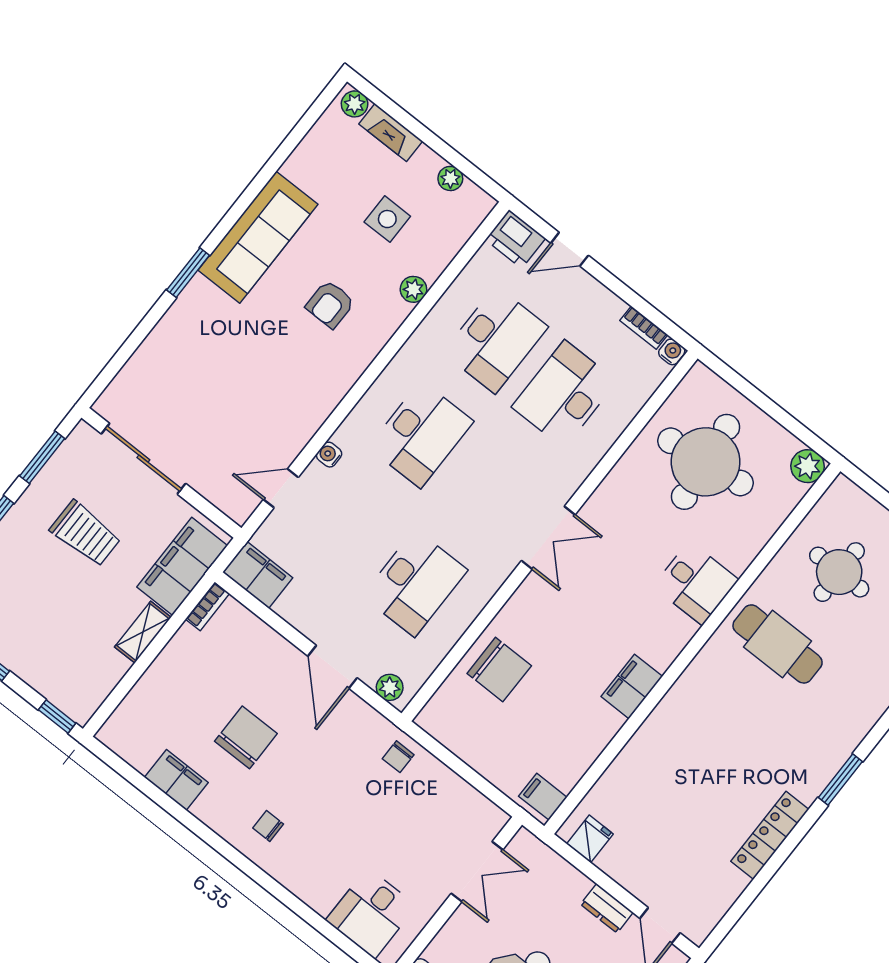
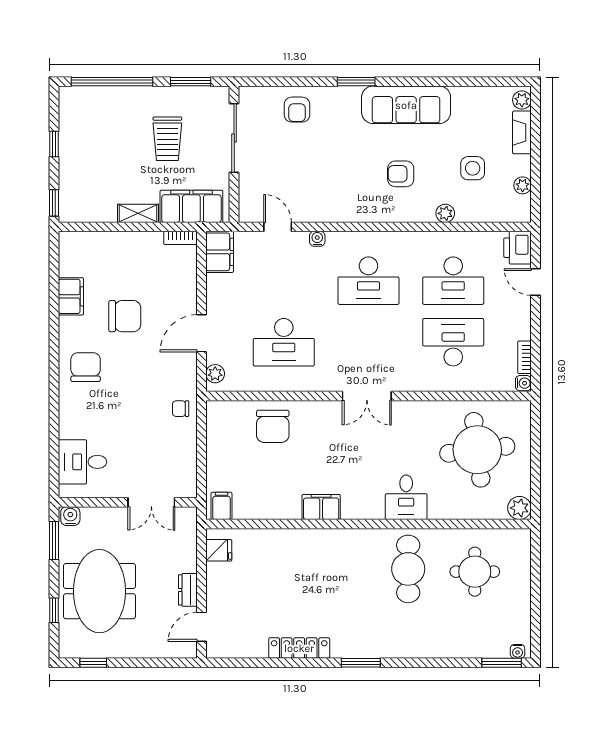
armchair: (167, 363) -> (297, 110), added
chair: (268, 826) -> (86, 367), width x1.87, depth x1.87

